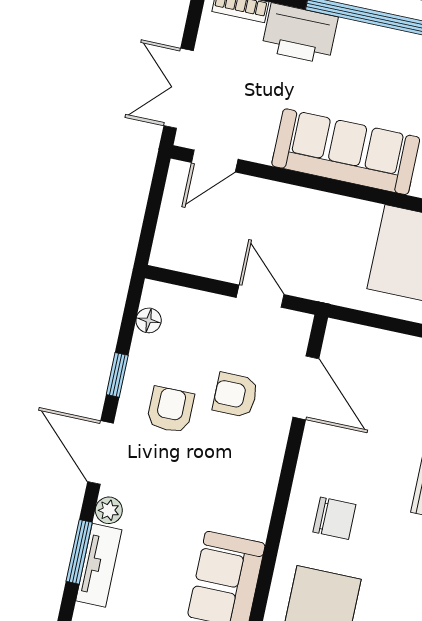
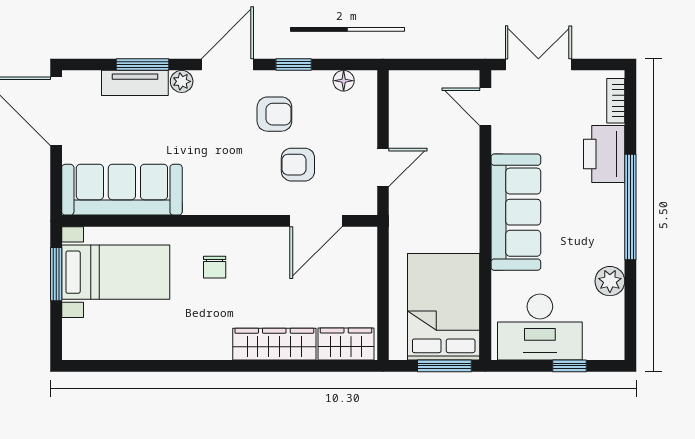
armchair: (235, 395) -> (298, 165), turned -90
chair: (334, 518) -> (215, 267), width x0.73, depth x0.73

